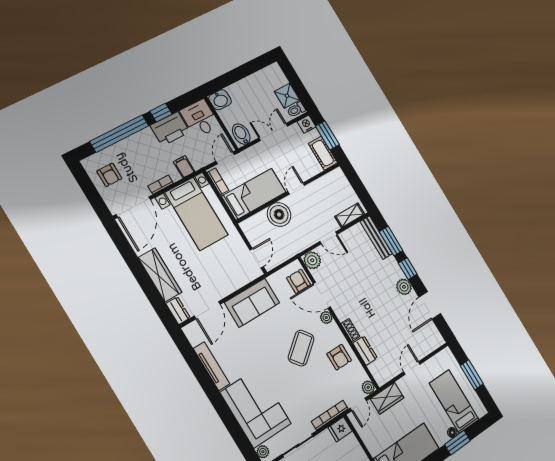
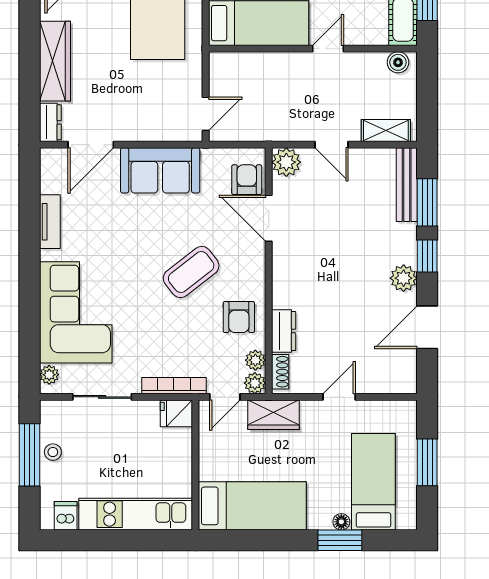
boiler: (279, 214) -> (398, 62), moved, width x0.54, depth x0.54
plant: (326, 317) -> (255, 360), moved
shoe rack: (350, 330) -> (280, 372), moved
tv unit: (212, 366) -> (50, 222), width x0.71

